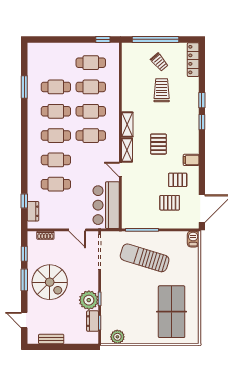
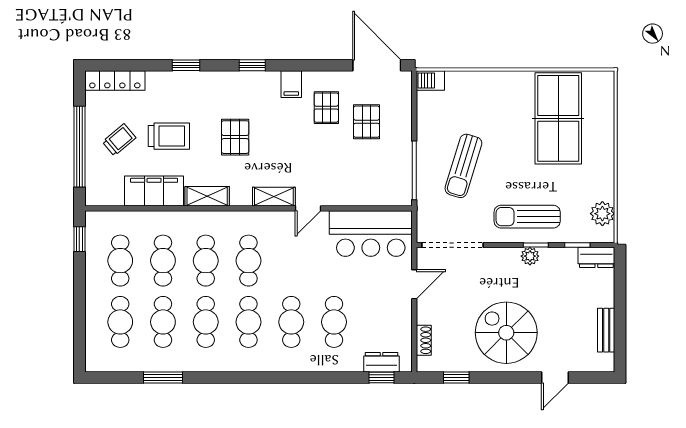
cafe table: (56, 63) -> (120, 322), added
filing cabinet: (130, 82) -> (154, 191), added
trolley: (162, 90) -> (169, 136), turned 180
window: (202, 122) -> (252, 65), moved
shelving: (127, 124) -> (207, 196), moved
pallet: (158, 144) -> (235, 137), moved, turned 90
window: (24, 201) -> (381, 377), moved
sun lounger: (145, 258) -> (463, 166), width x0.73, depth x0.75
window: (24, 280) -> (502, 377), removed
spiral stairs: (50, 282) -> (506, 333), turned -90
sun lounger: (116, 294) -> (527, 217), added
plant: (89, 300) -> (530, 256), width x0.53, depth x0.53
table tennis table: (172, 312) -> (558, 118), turned 90
door: (24, 320) -> (555, 377), moved
dresser: (93, 321) -> (596, 257), moved

